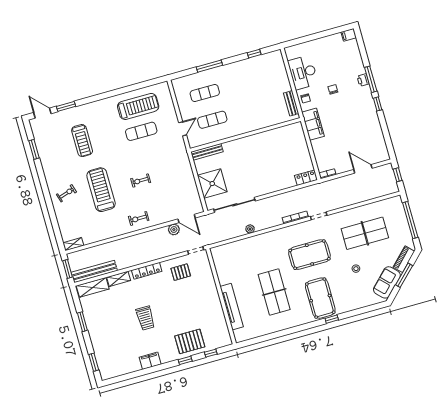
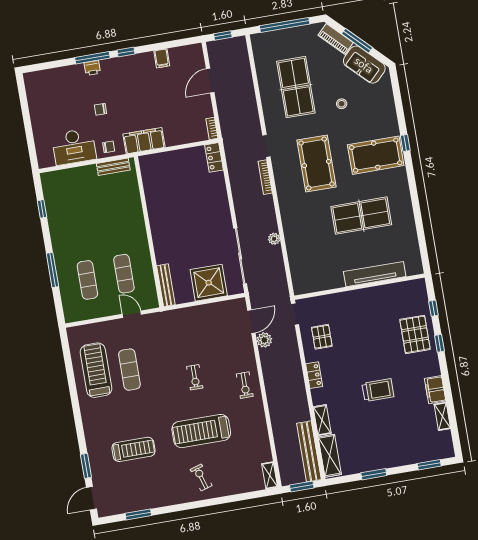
filing cabinet: (349, 35) -> (162, 58), moved
locker: (147, 271) -> (314, 375), width x0.66
shelving: (131, 368) -> (442, 416), added

